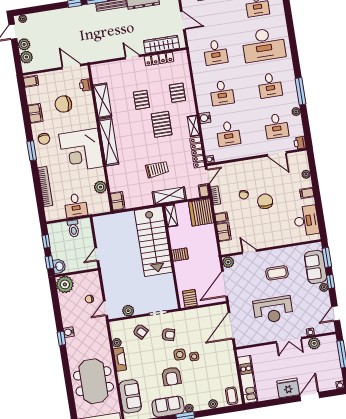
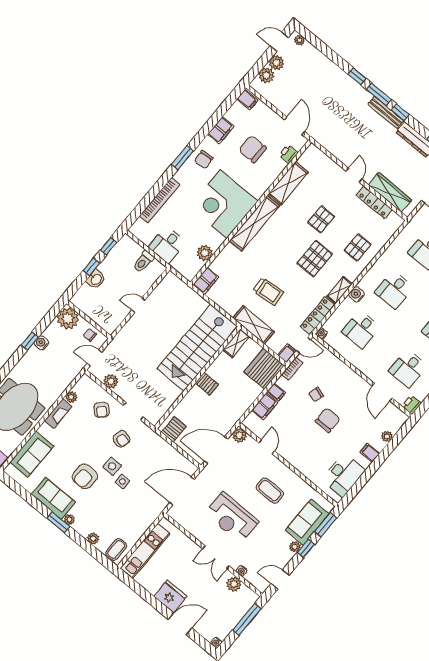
wall: (76, 273) -> (89, 320), moved
plant: (65, 284) -> (68, 318), moved

